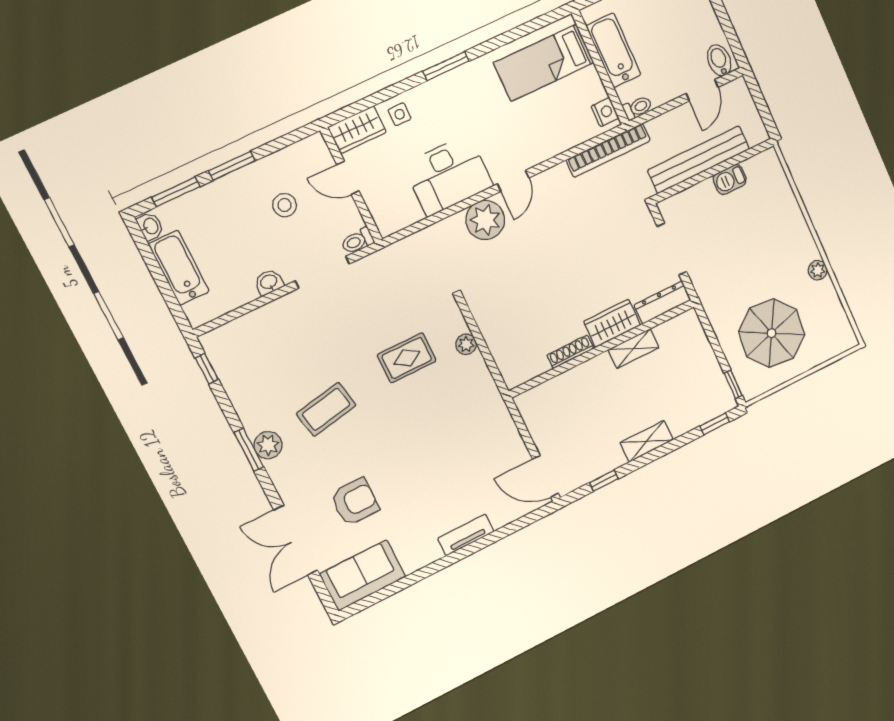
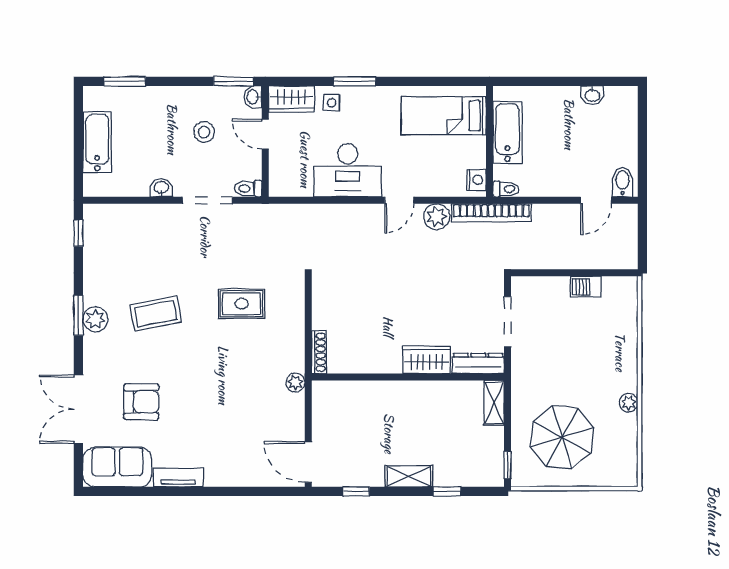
bathtub: (613, 50) -> (507, 132), moved
bed: (544, 63) -> (444, 116), moved
window: (446, 66) -> (355, 81), moved
wall: (600, 68) -> (489, 141), moved
toilet: (637, 108) -> (506, 189), moved
nightstand: (605, 112) -> (476, 180), moved
bench: (699, 160) -> (566, 257), removed
window: (232, 166) -> (234, 81), moved
plant: (485, 220) -> (437, 217), moved, width x0.73, depth x0.73
washbasin: (150, 226) -> (253, 97), moved, turned 180
plant: (466, 344) -> (295, 383), moved
shelving: (634, 349) -> (494, 403), moved, turned 90
shoe rack: (570, 352) -> (319, 352), moved, turned 90
window: (715, 424) -> (447, 491), moved
tv unit: (466, 535) -> (178, 477), moved

